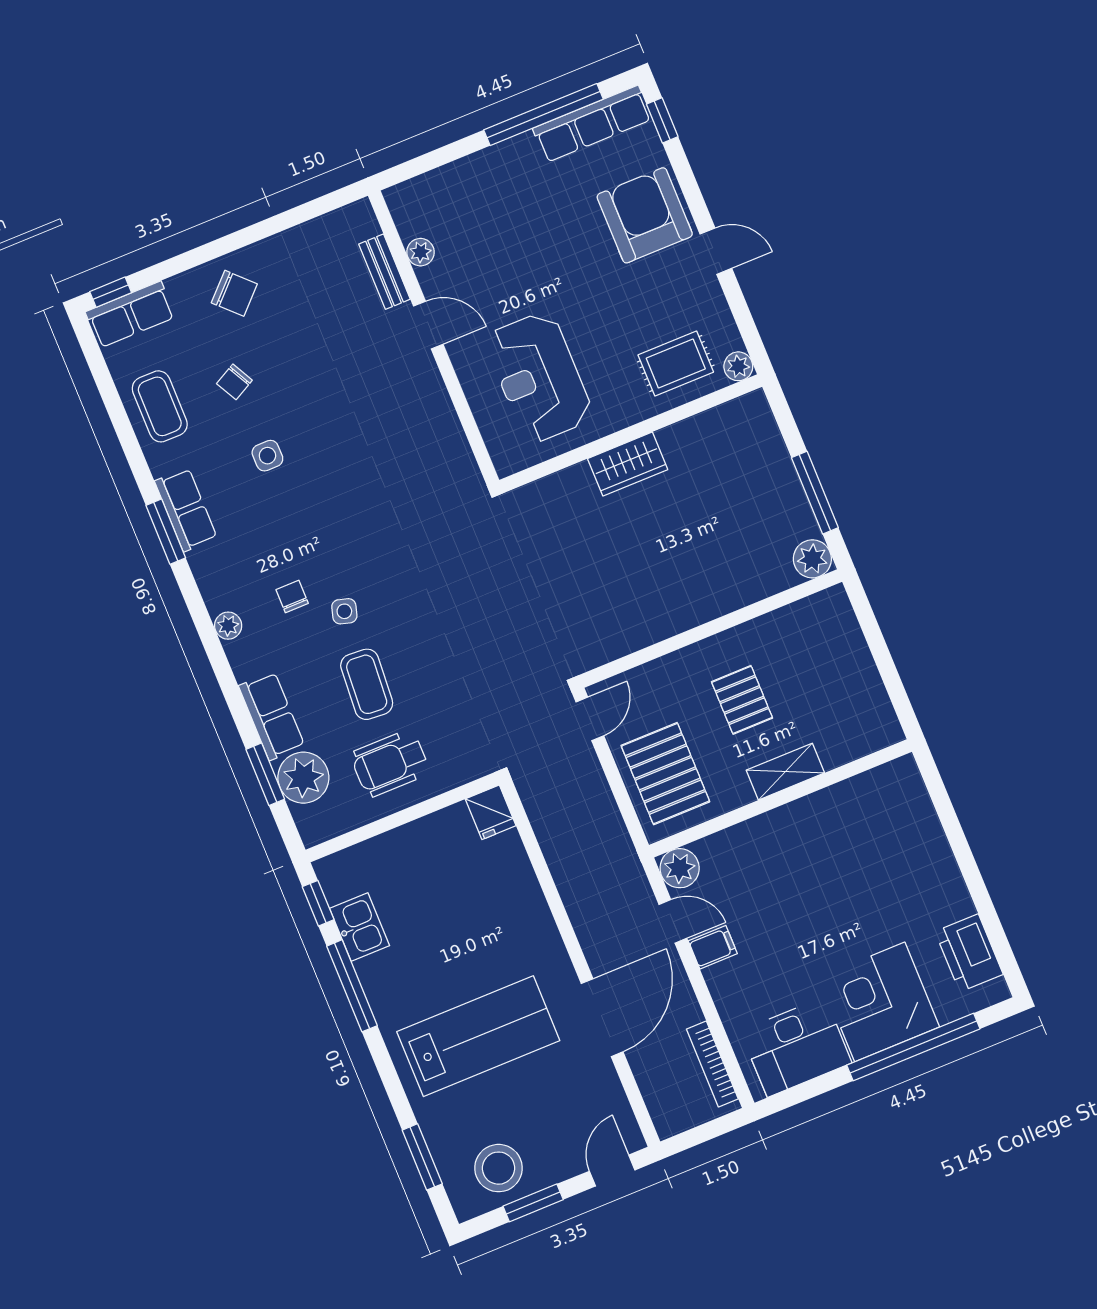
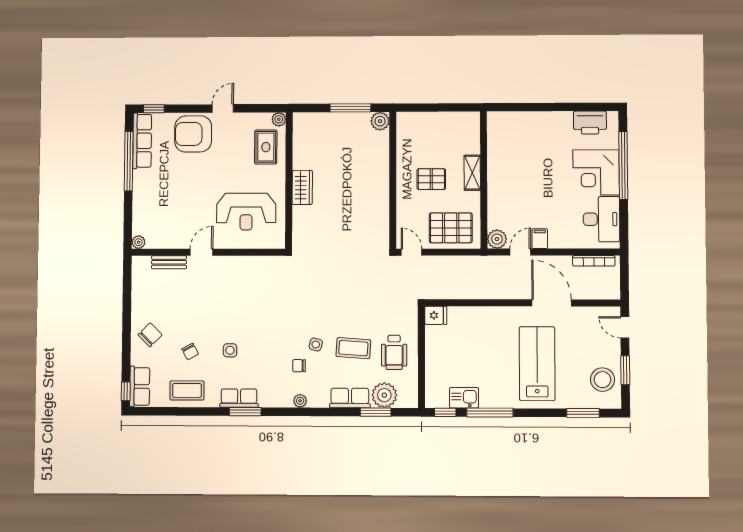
plant: (421, 252) -> (139, 242), moved

